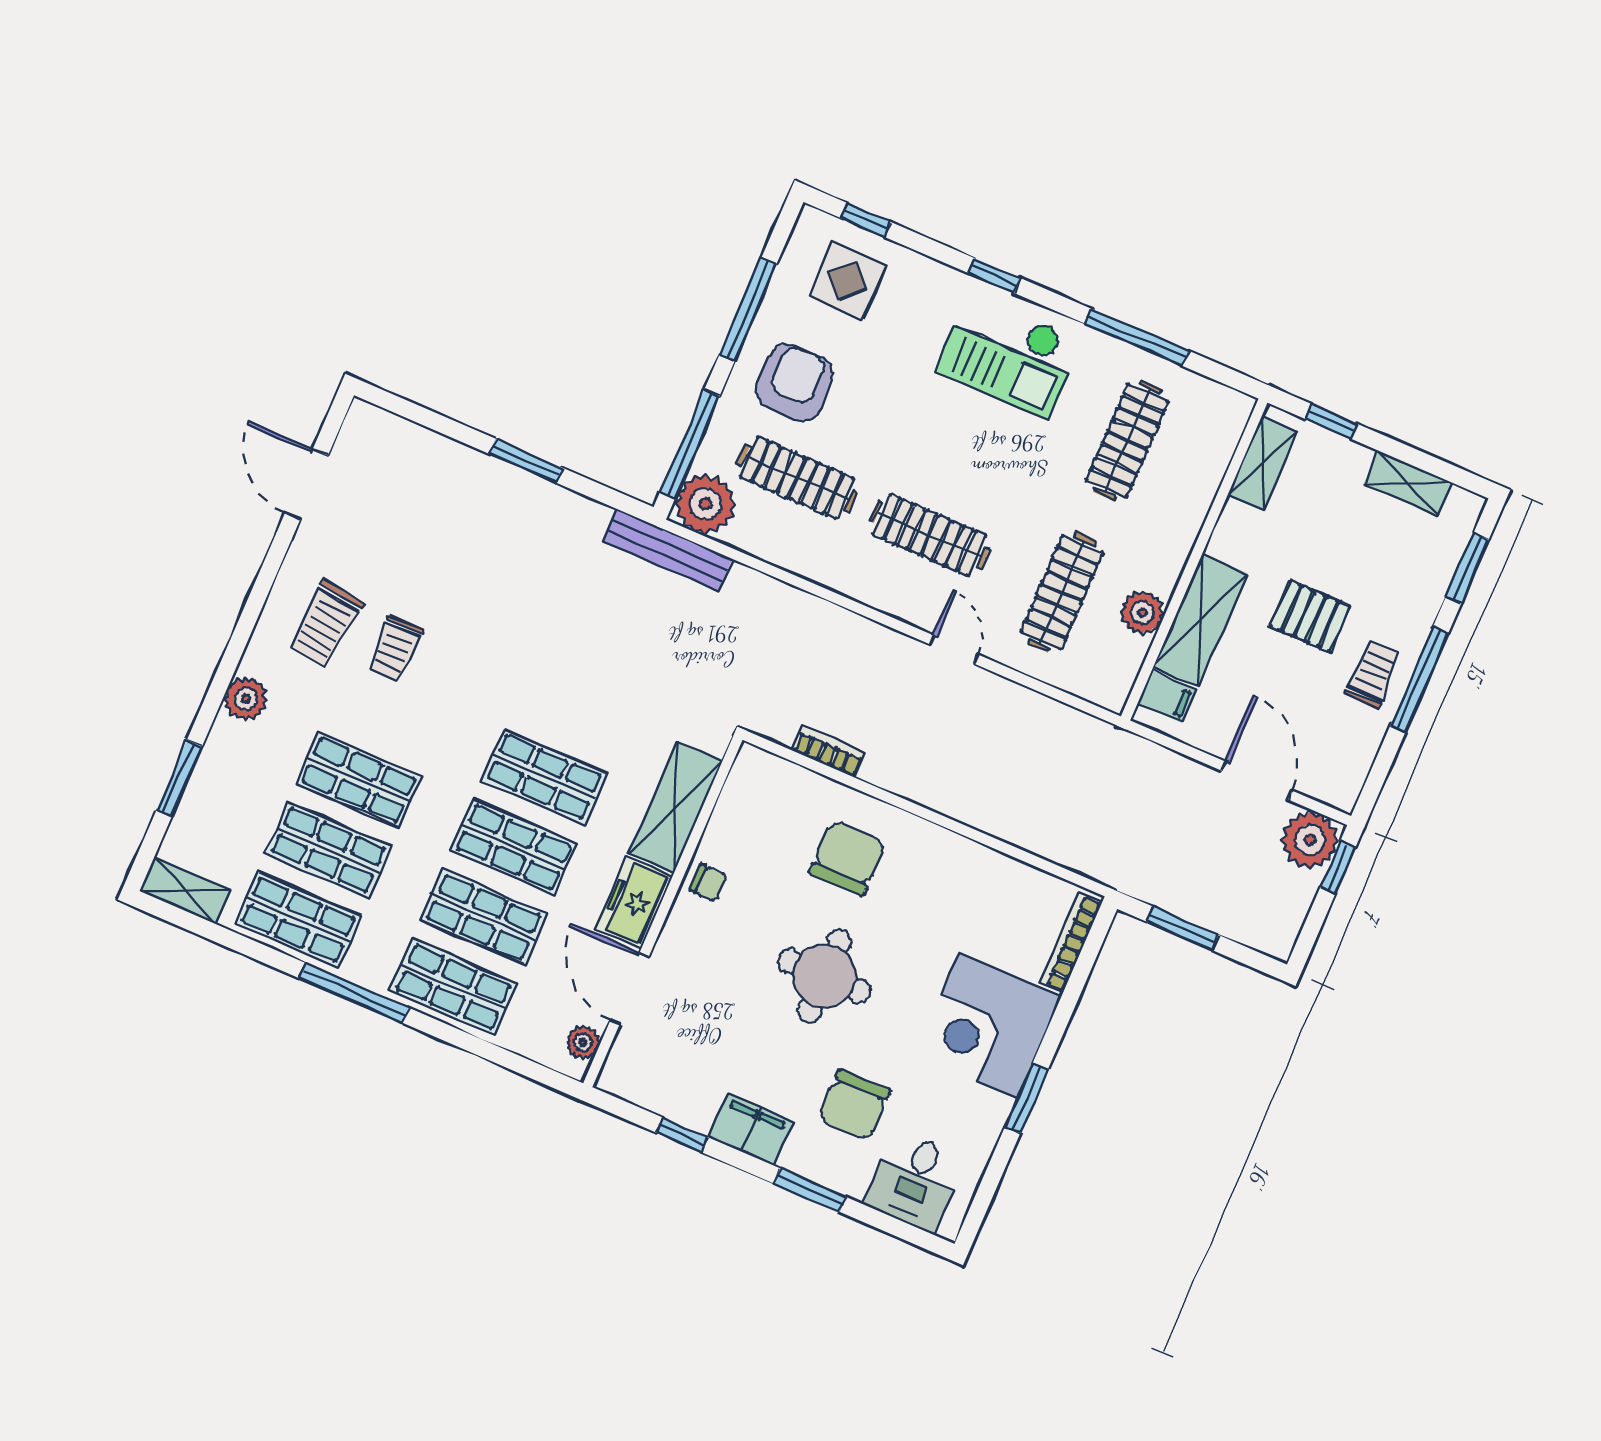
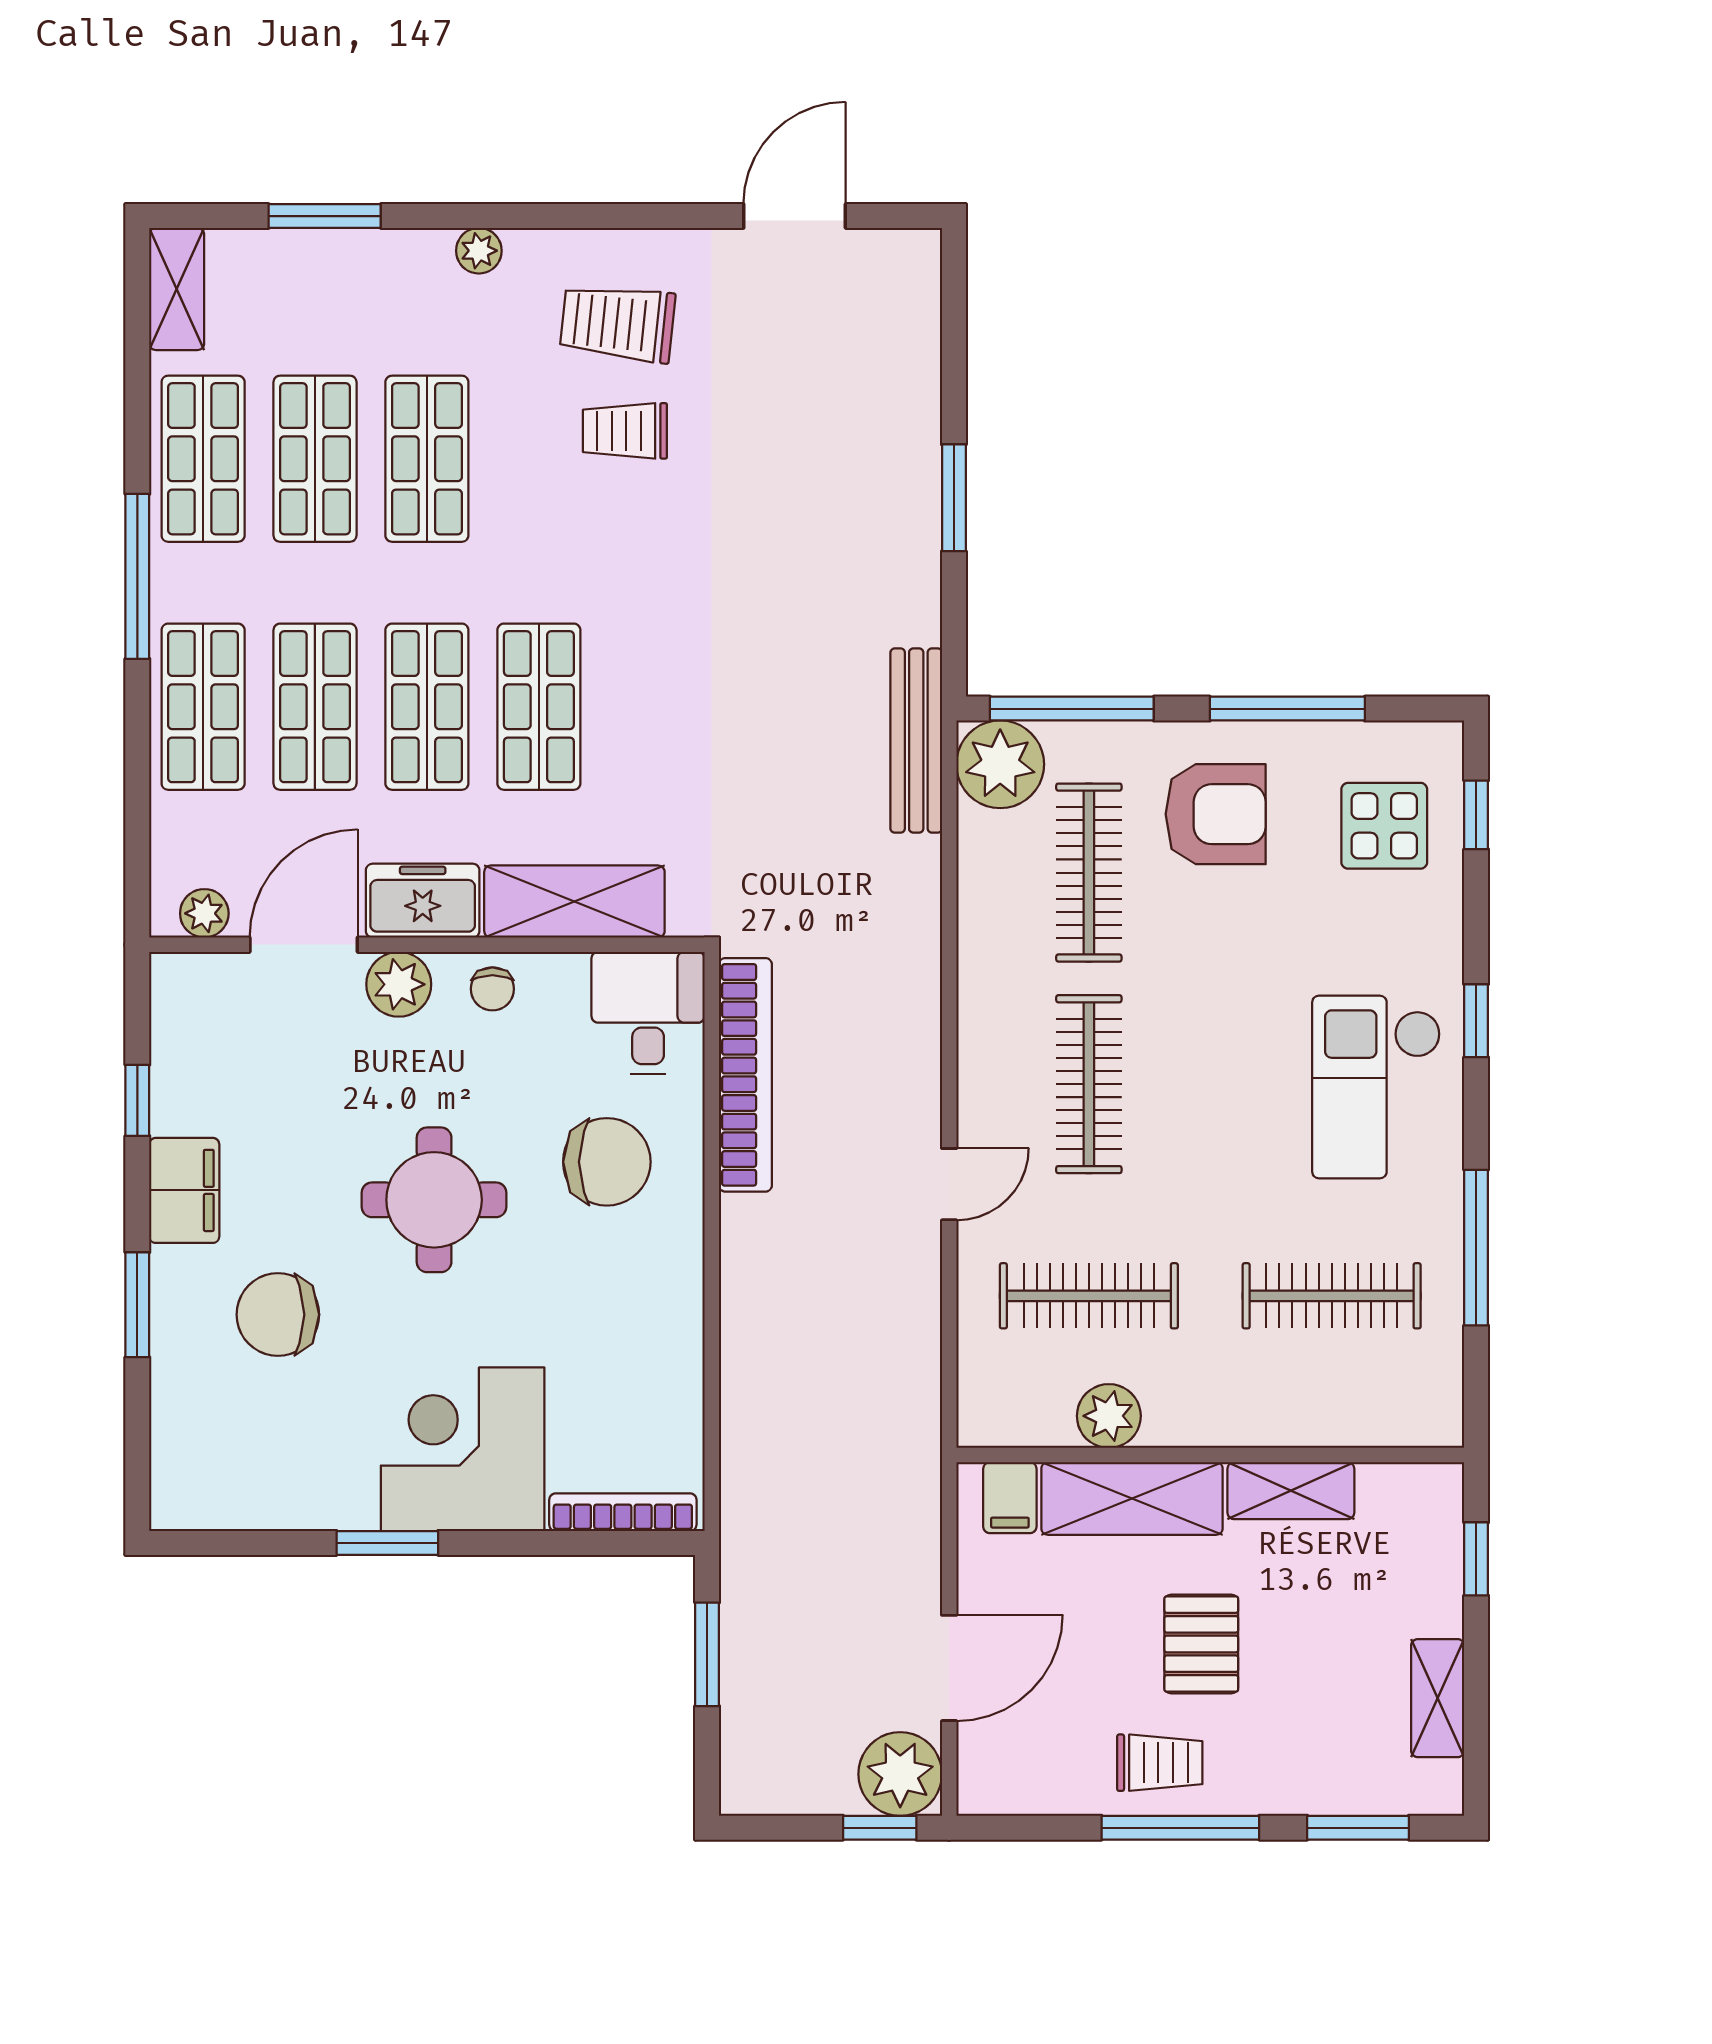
shelving: (1262, 463) -> (1291, 1491), moved
plant: (246, 699) -> (479, 251), width x0.73, depth x0.73
bookcase: (829, 751) -> (745, 1075), width x2.31, depth x1.31
plant: (680, 940) -> (399, 984), added
desk: (915, 1181) -> (648, 1013), moved, turned 90

